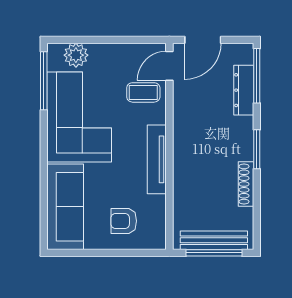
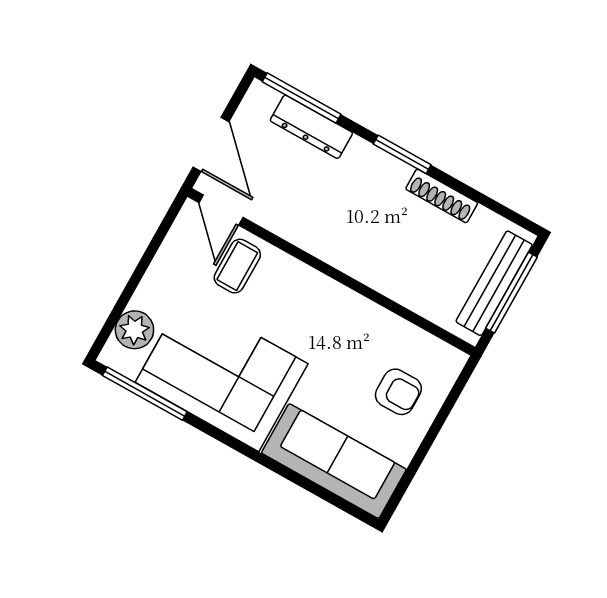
tv unit: (157, 159) -> (339, 299), removed
armchair: (124, 221) -> (398, 392), turned -90

